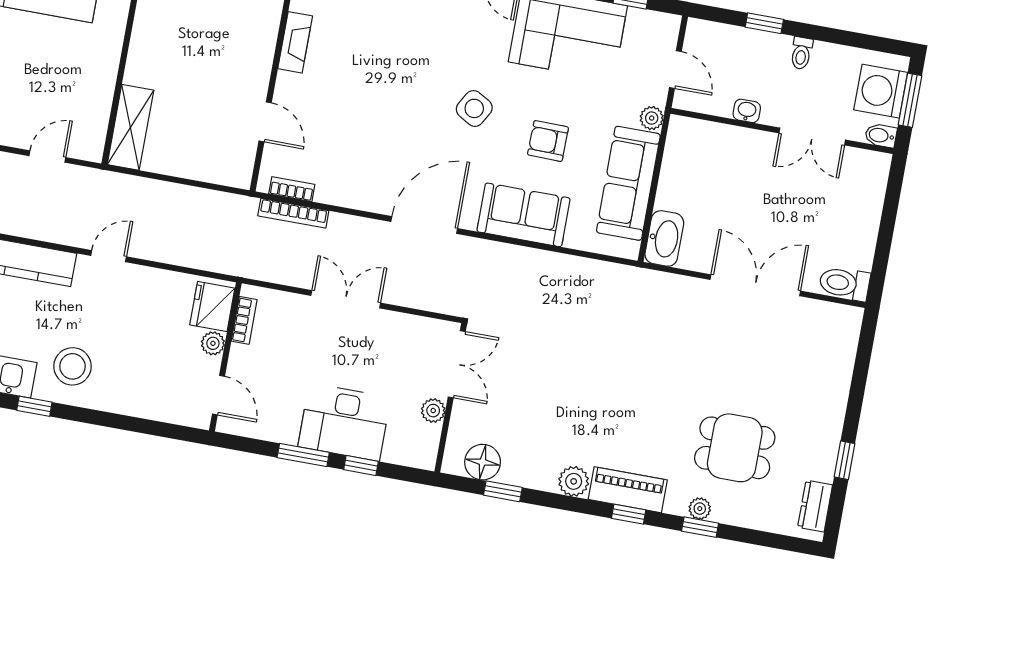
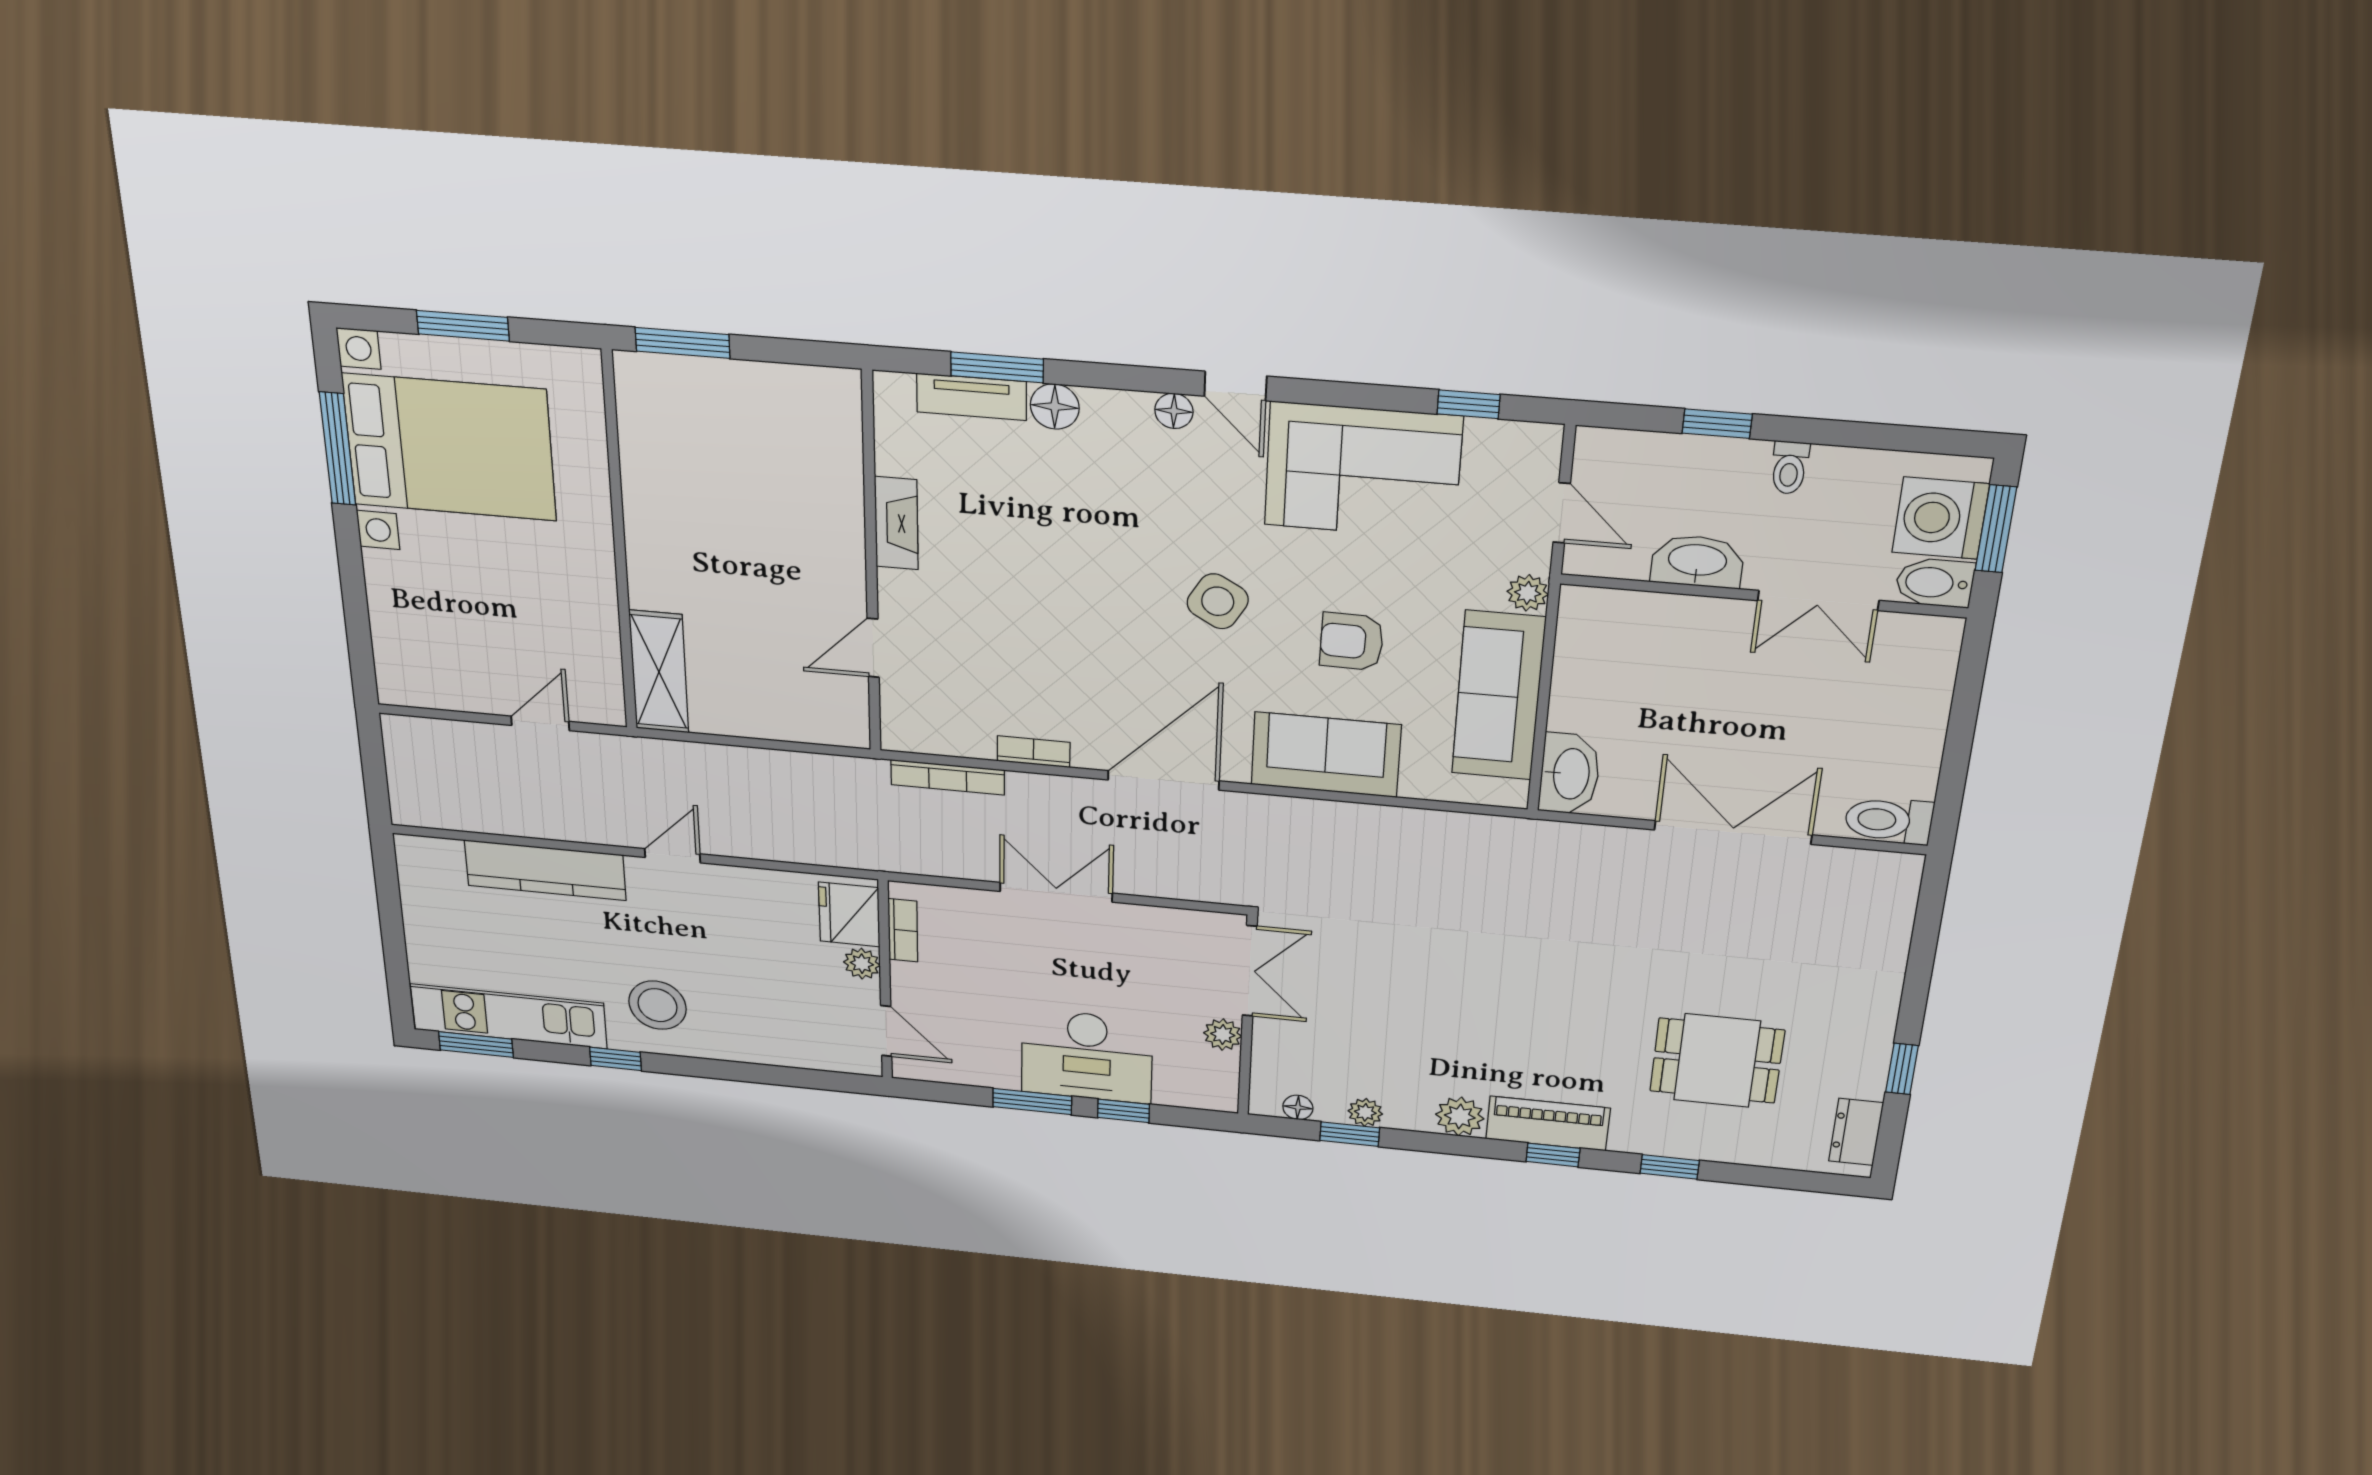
washbasin: (747, 111) -> (1697, 561), width x1.91, depth x1.45
door: (265, 122) -> (873, 648), swing flipped
bidet: (881, 136) -> (1935, 583), width x1.38, depth x1.36
bookcase: (292, 189) -> (1034, 752), moved
floor lamp: (483, 462) -> (1298, 1107), width x0.53, depth x0.53
plant: (700, 509) -> (1365, 1112), moved

